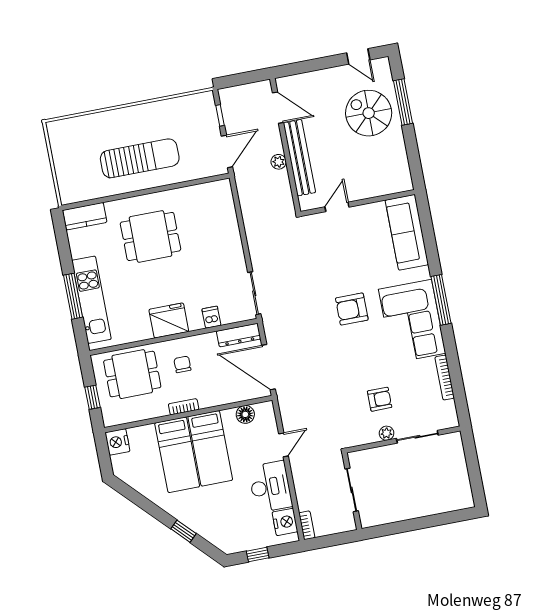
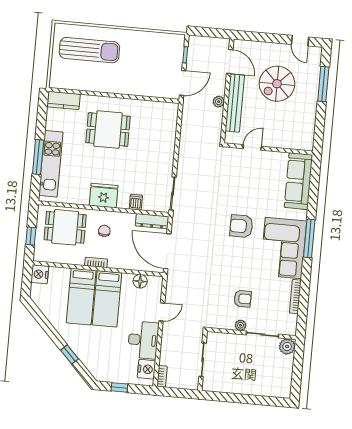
spiral stairs: (369, 113) -> (277, 84), moved, turned -90
sun lounger: (140, 158) -> (89, 50), moved
plant: (452, 443) -> (287, 347), added

